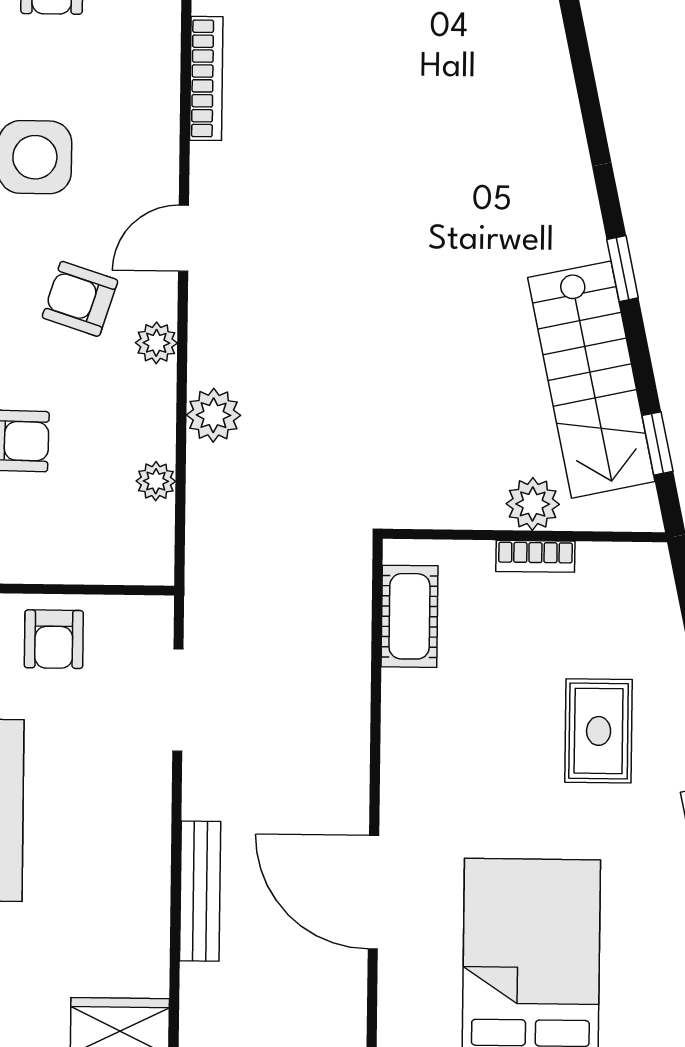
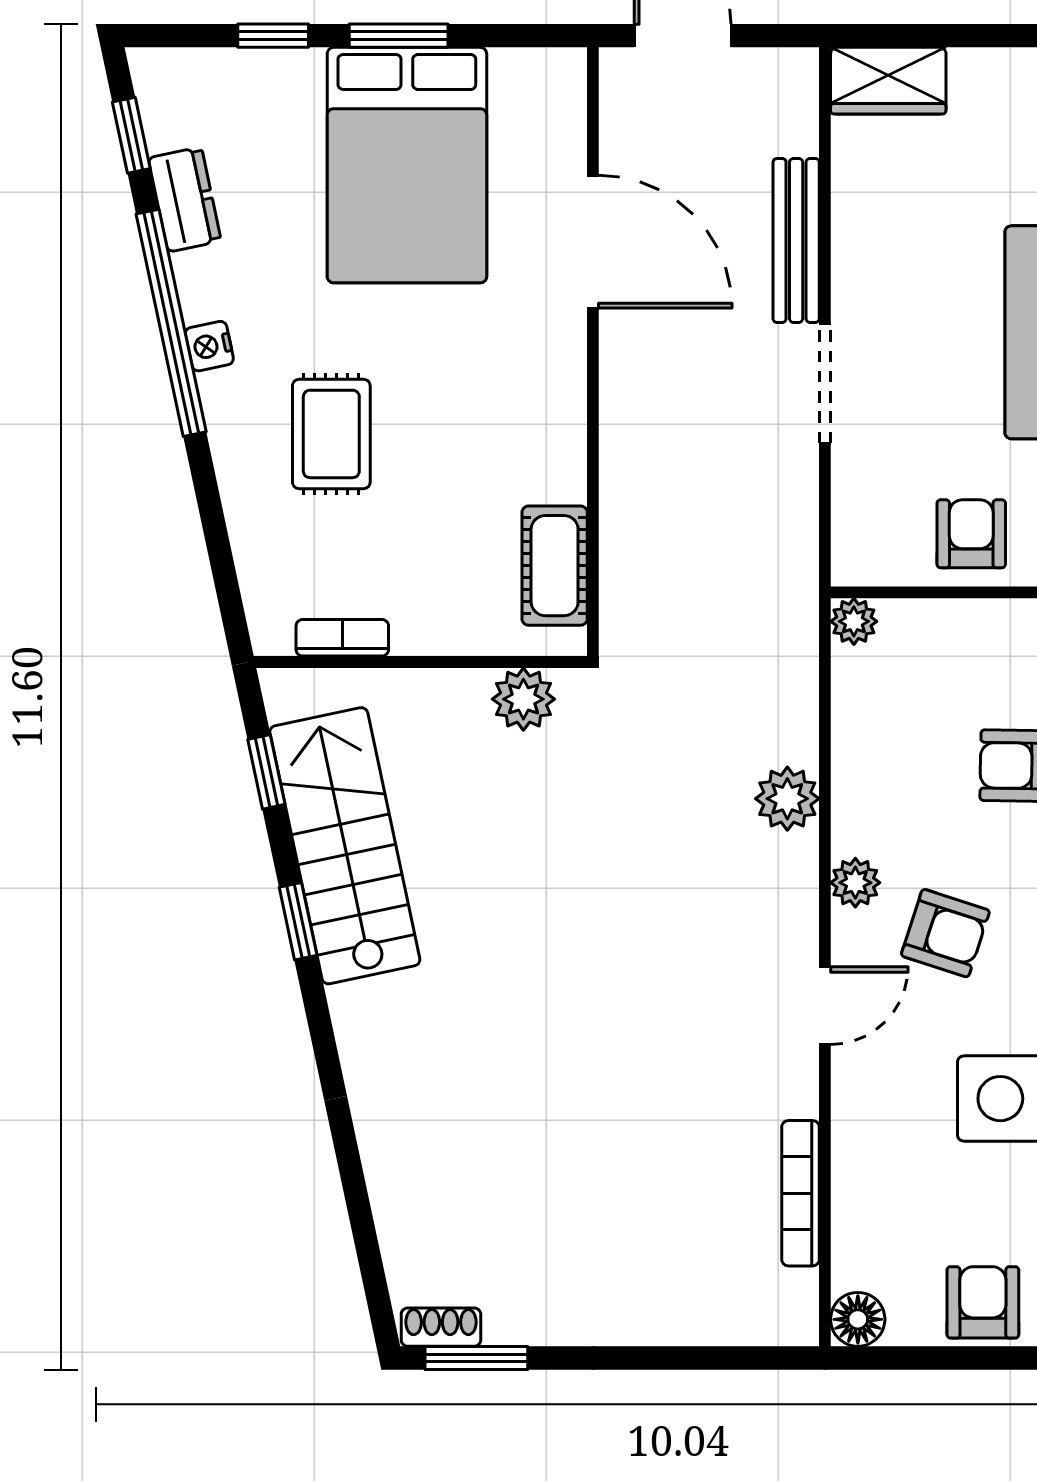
window: (623, 269) -> (298, 921), moved
plant: (156, 481) -> (854, 621), moved
plant: (533, 504) -> (523, 699), moved
bookcase: (535, 556) -> (342, 638), moved
doorway: (178, 700) -> (825, 383), moved

